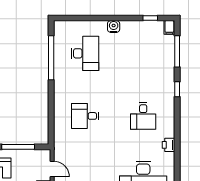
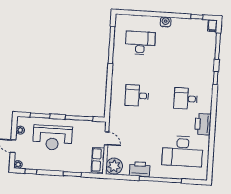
desk: (85, 53) -> (140, 43), turned -90
desk: (143, 116) -> (186, 99), turned 90
printer: (169, 145) -> (203, 124), width x1.87, depth x1.48

